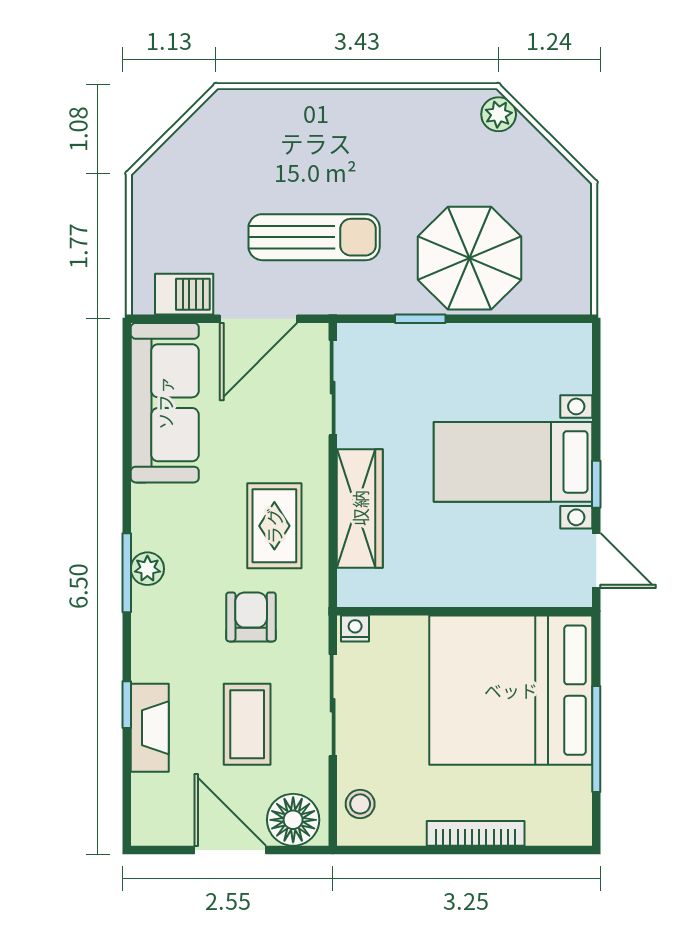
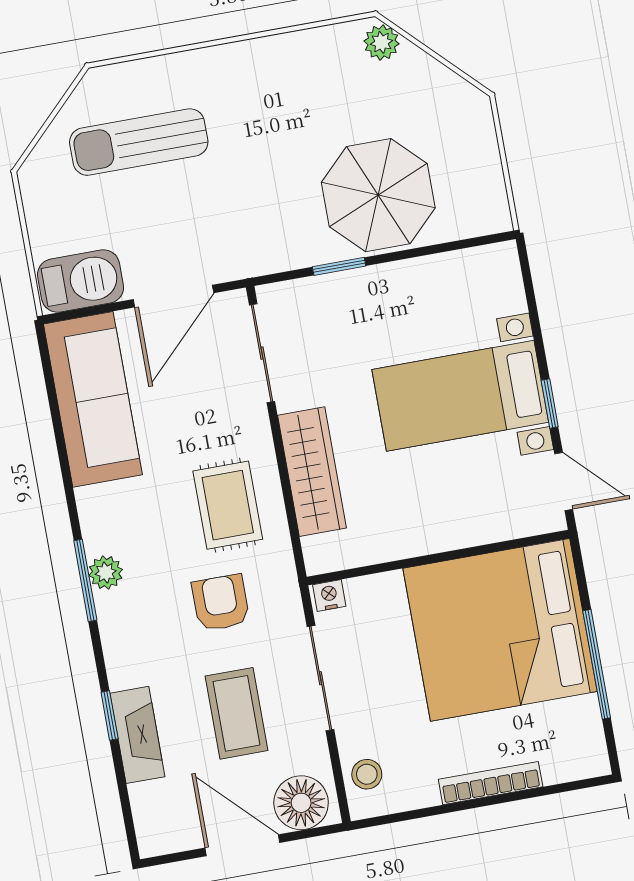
sun lounger: (314, 237) -> (139, 142), moved, turned 180
barbecue: (184, 294) -> (81, 281), width x1.38, depth x1.27

